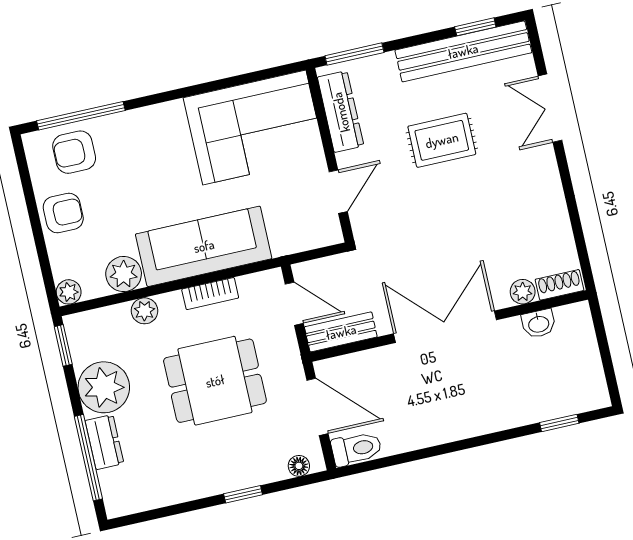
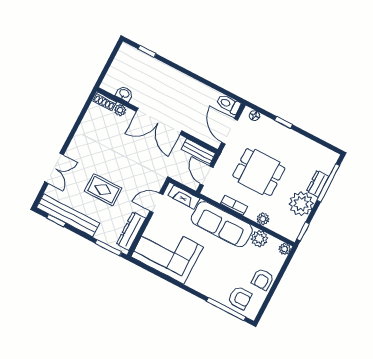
armchair: (63, 213) -> (262, 279), turned -90
fireplace: (302, 238) -> (184, 197), added

